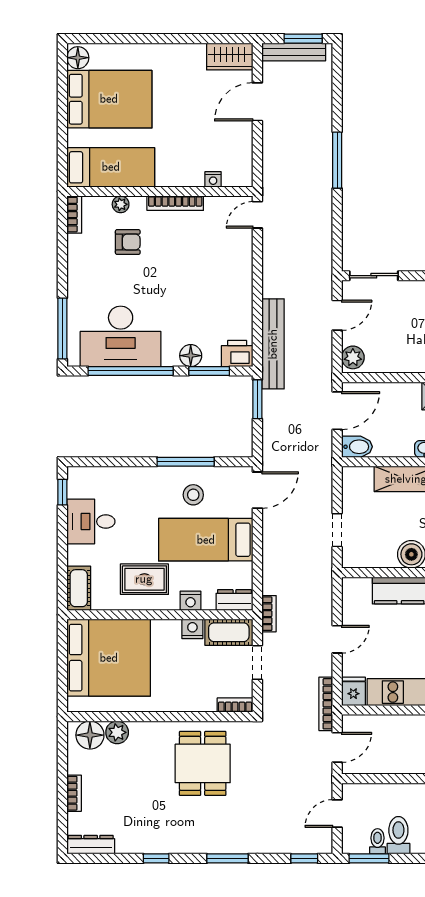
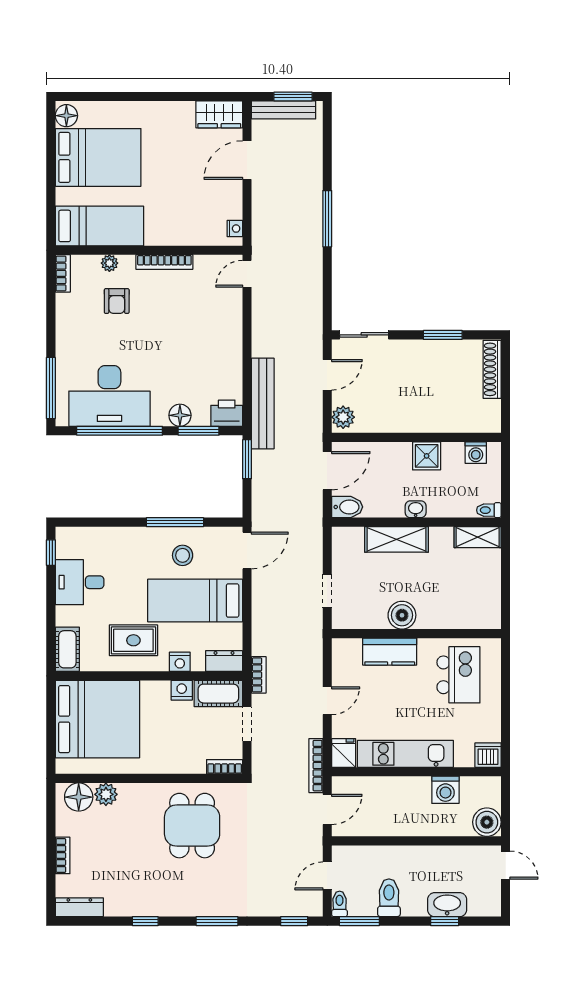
nightstand: (213, 179) -> (235, 229), moved, turned -90
armchair: (128, 242) -> (117, 301), turned 90
toilet: (377, 841) -> (340, 904), moved

